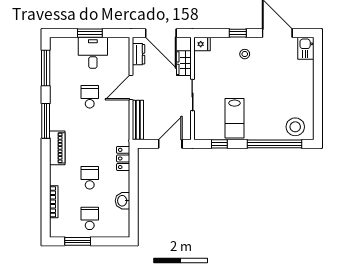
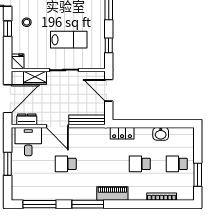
desk: (93, 53) -> (28, 142), moved, turned 90
lab bench: (234, 118) -> (69, 40), moved

